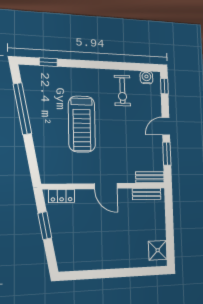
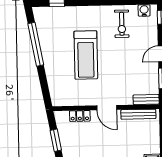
bench: (147, 194) -> (138, 114), width x1.36
locker: (62, 196) -> (80, 116), moved

